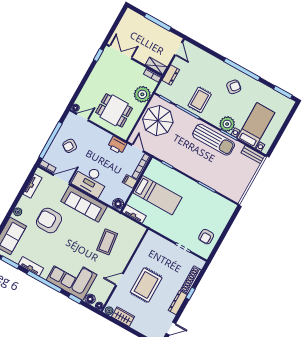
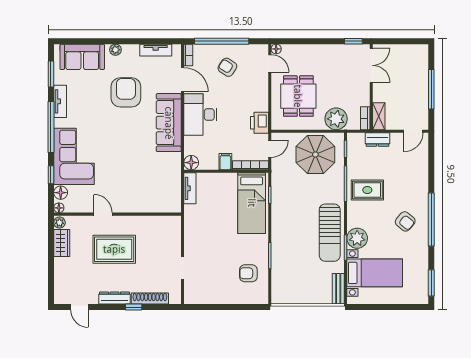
bed: (157, 195) -> (252, 203), moved
armchair: (206, 237) -> (248, 273), moved
coffee table: (107, 242) -> (139, 175), removed

